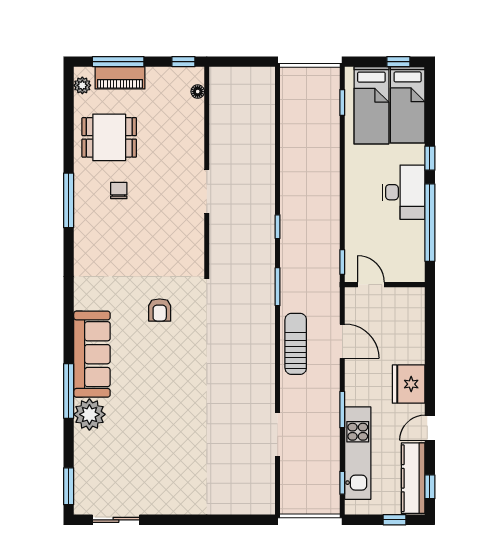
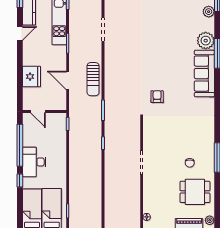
door: (371, 285) -> (38, 111), moved
armchair: (160, 310) -> (157, 97), moved
fridge: (409, 384) -> (31, 77), moved
plant: (84, 468) -> (209, 12), added

